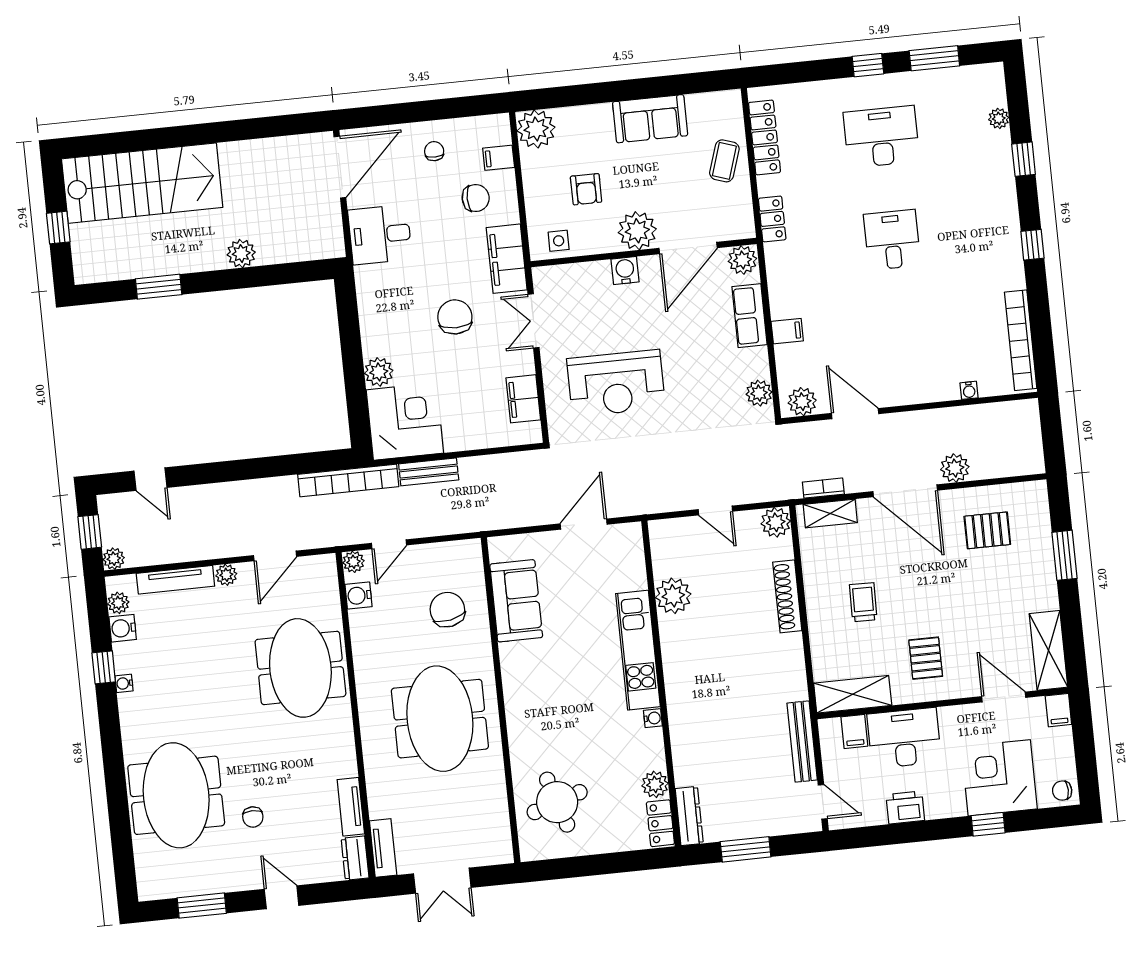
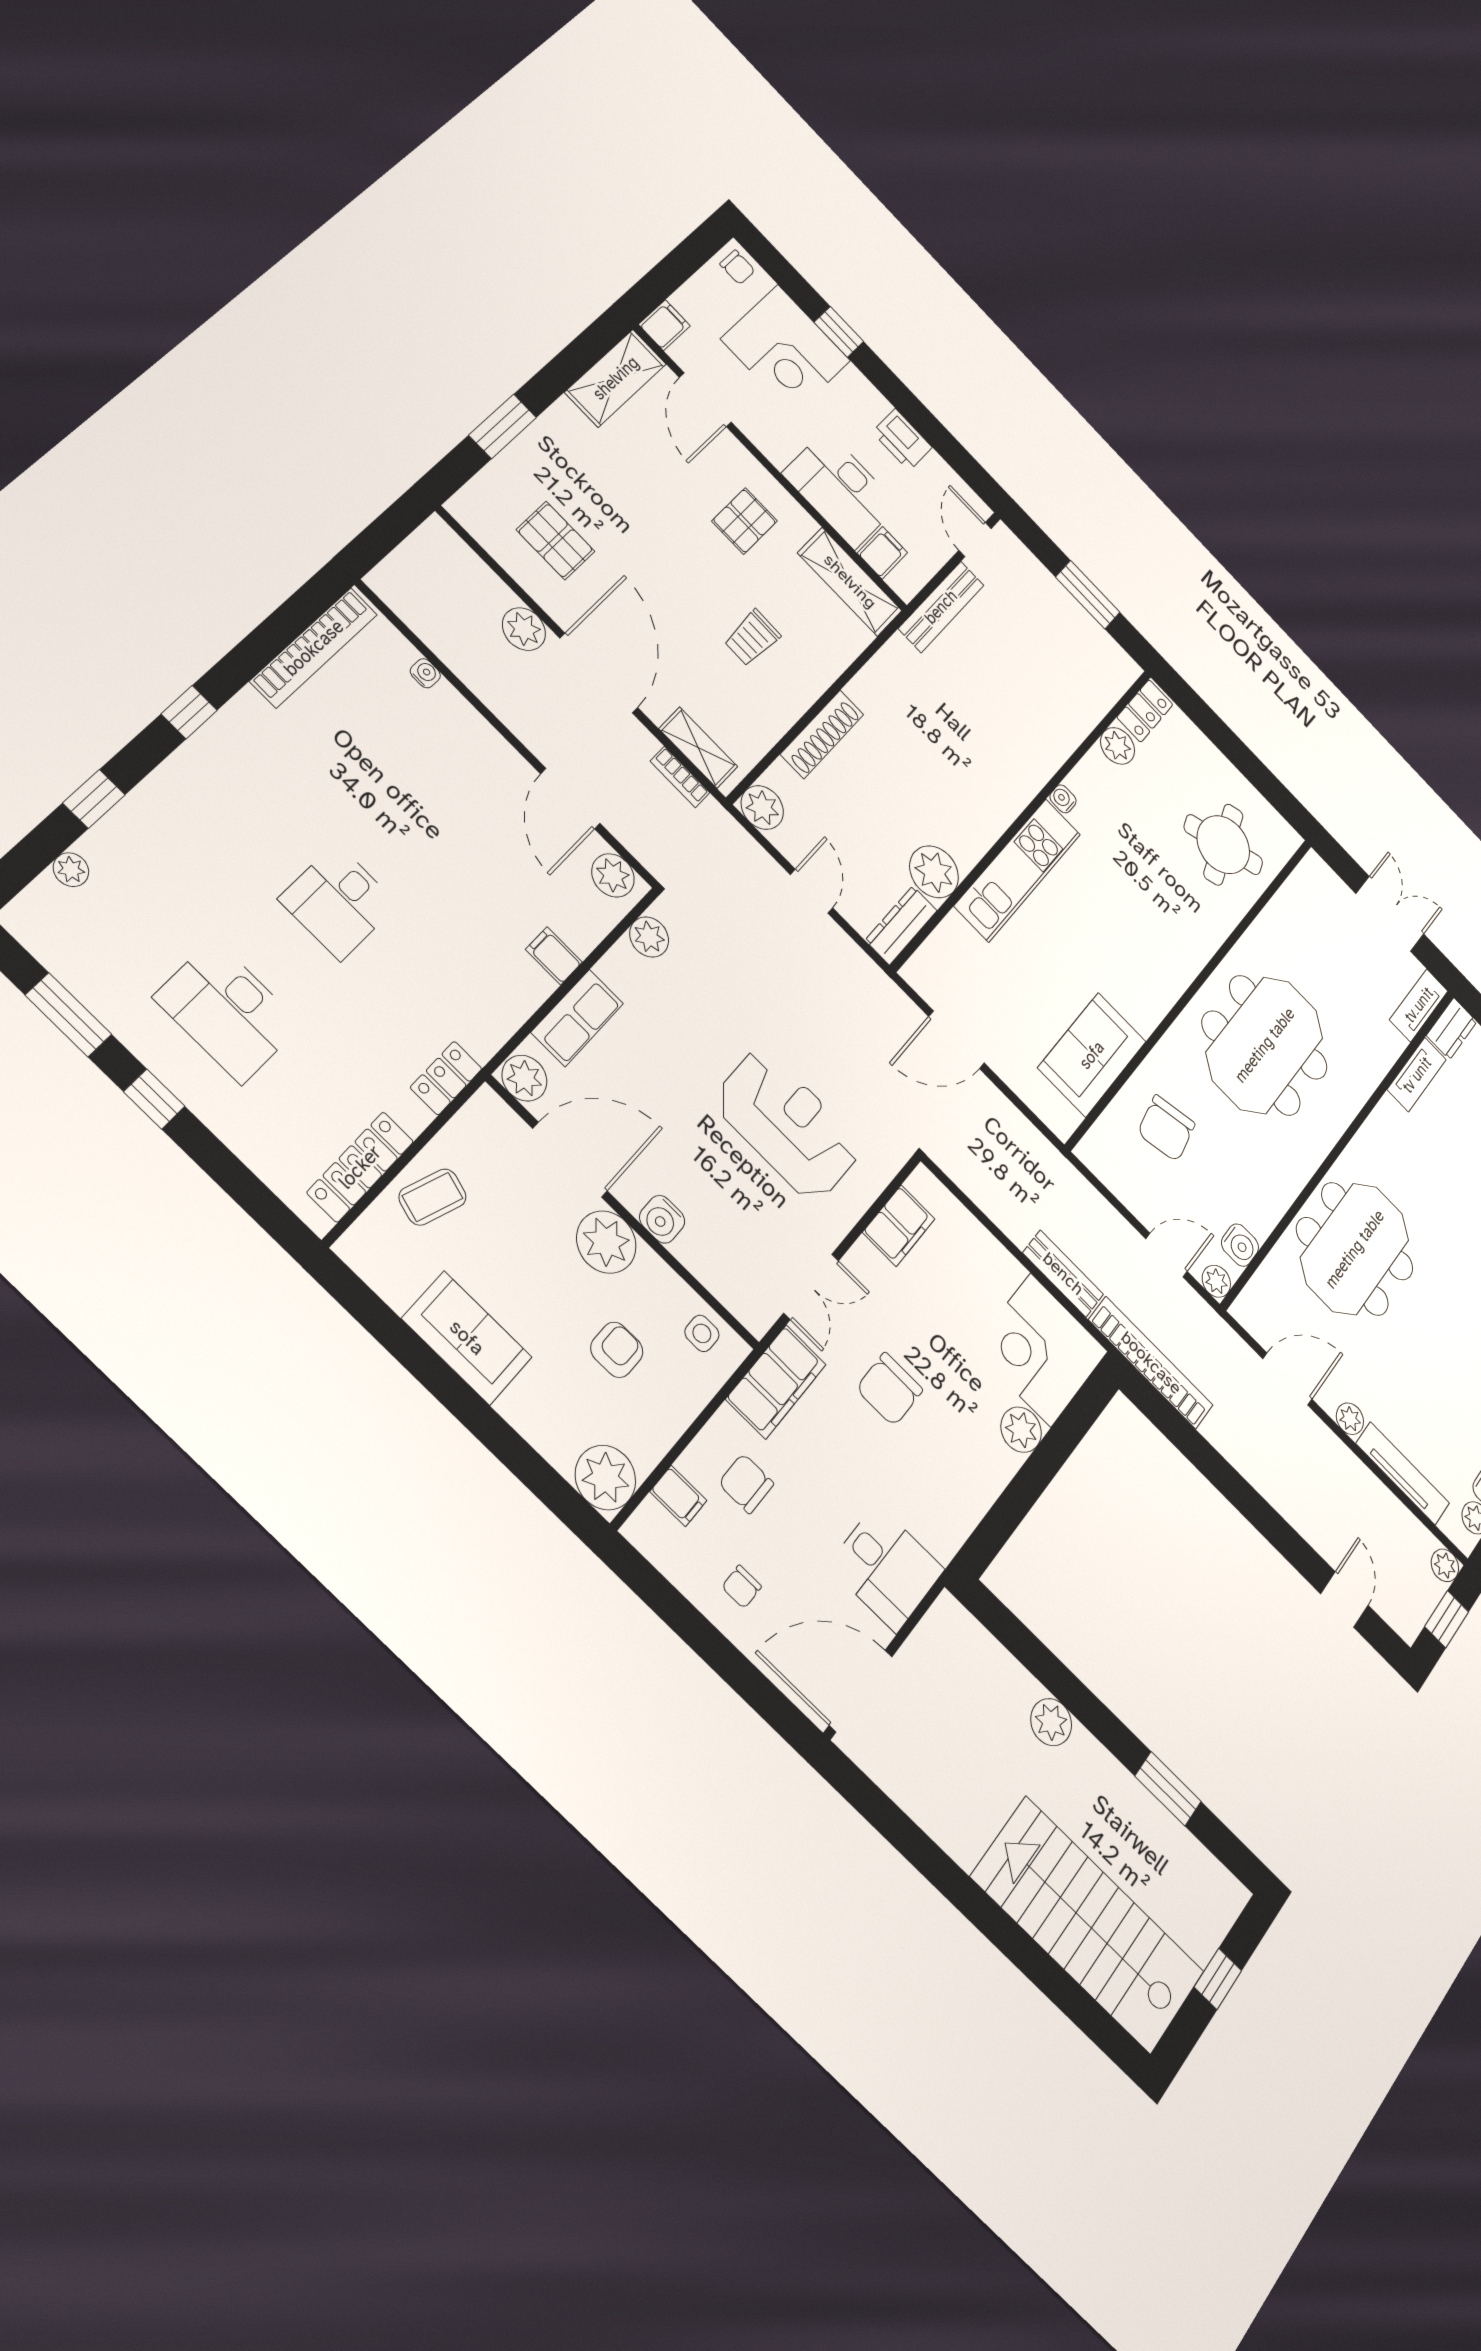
dresser: (689, 816) -> (901, 925), moved

